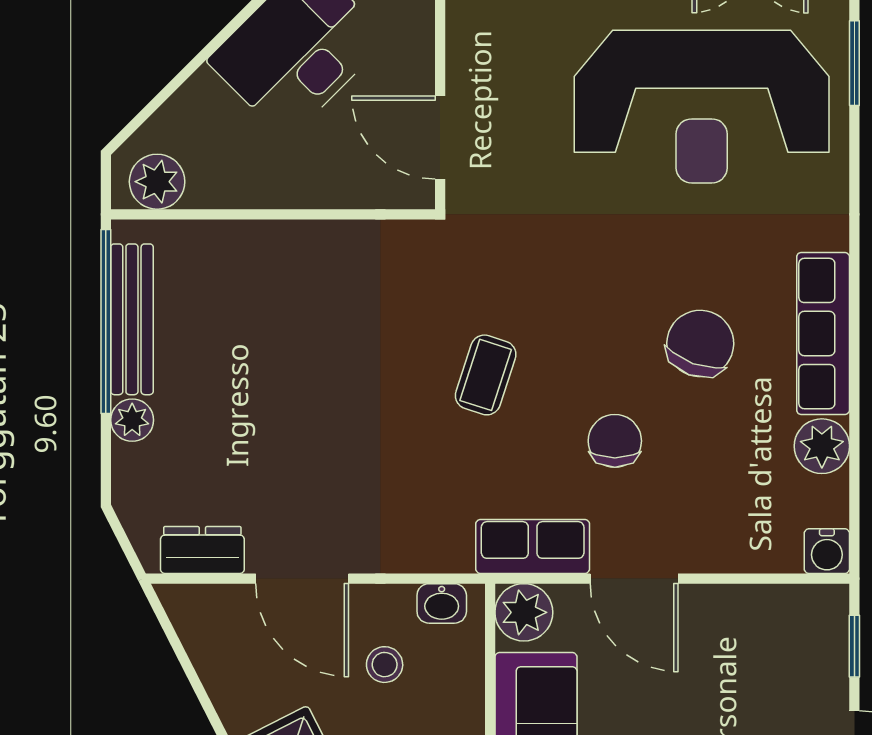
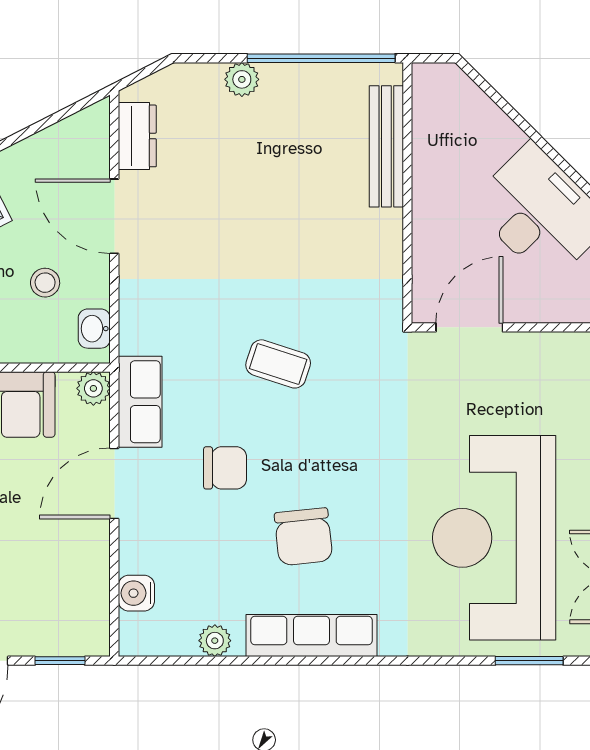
plant: (157, 182) -> (434, 100), removed
bench: (132, 319) -> (386, 146), moved, turned 90
chair: (700, 344) -> (303, 537), turned 64
plant: (822, 446) -> (215, 641), width x0.73, depth x0.73
water cooler: (827, 551) -> (136, 593), moved
door: (302, 579) -> (114, 216), hinge flipped
plant: (524, 612) -> (93, 388), width x0.73, depth x0.73

